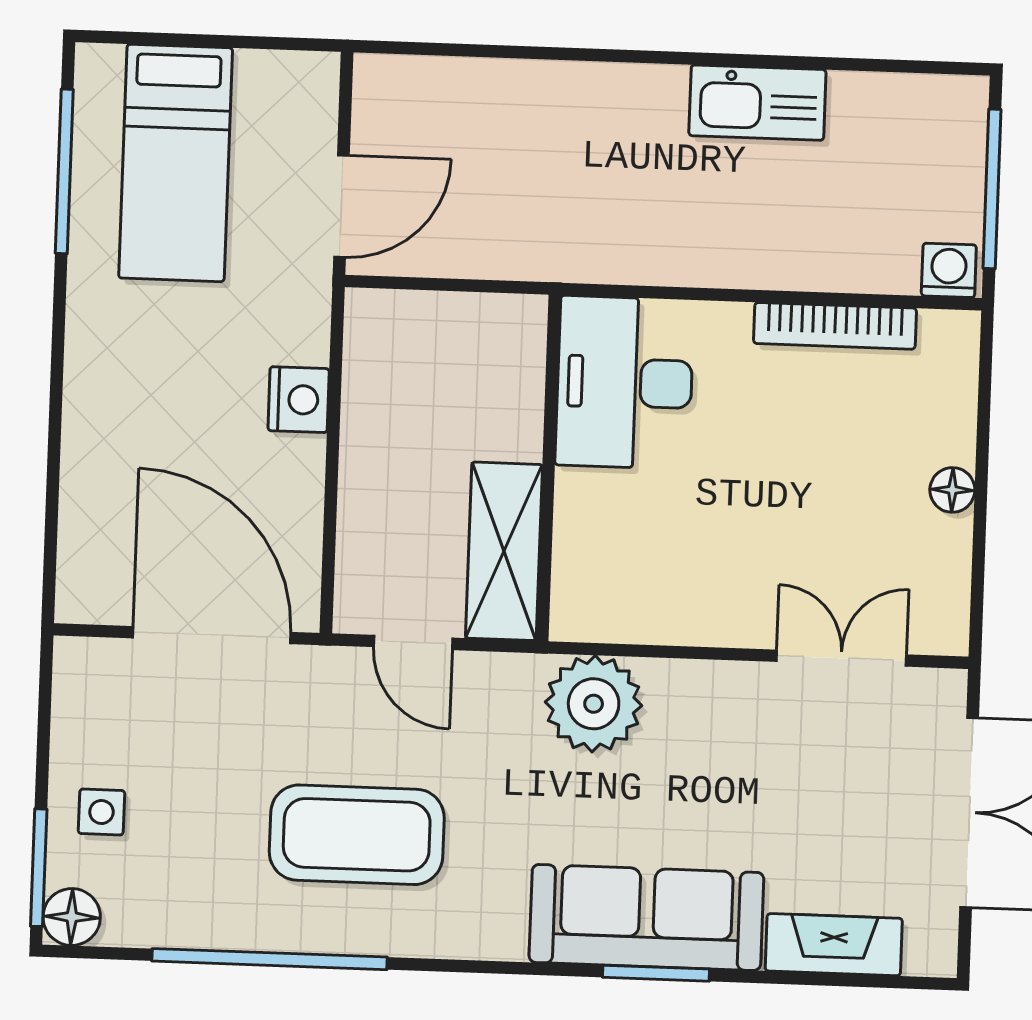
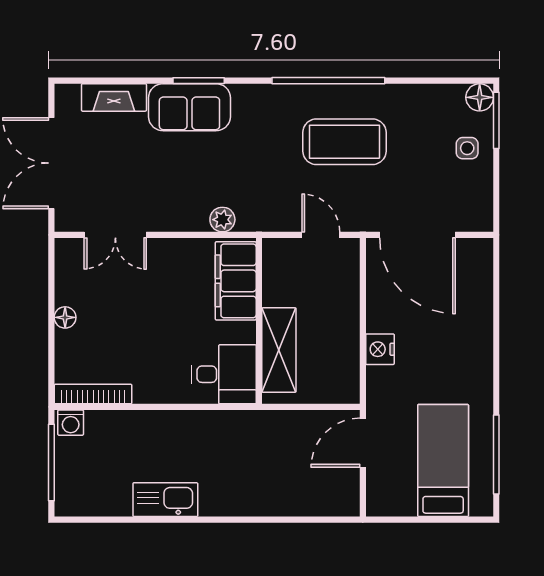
bookcase: (835, 326) -> (93, 394), moved
desk: (625, 382) -> (224, 374), width x0.73
shelving: (504, 551) -> (279, 350), moved
filing cabinet: (594, 553) -> (236, 281), added
plant: (594, 704) -> (222, 220), width x0.53, depth x0.53
sofa: (646, 917) -> (189, 107), width x0.73
window: (269, 959) -> (328, 81), moved

